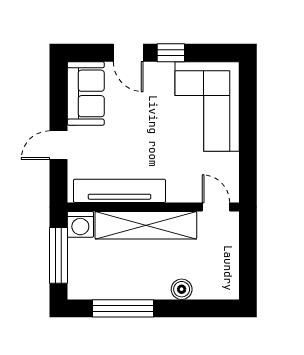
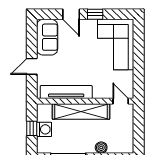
washing machine: (80, 224) -> (44, 129), moved, turned -90
window: (58, 255) -> (32, 128), width x0.46

